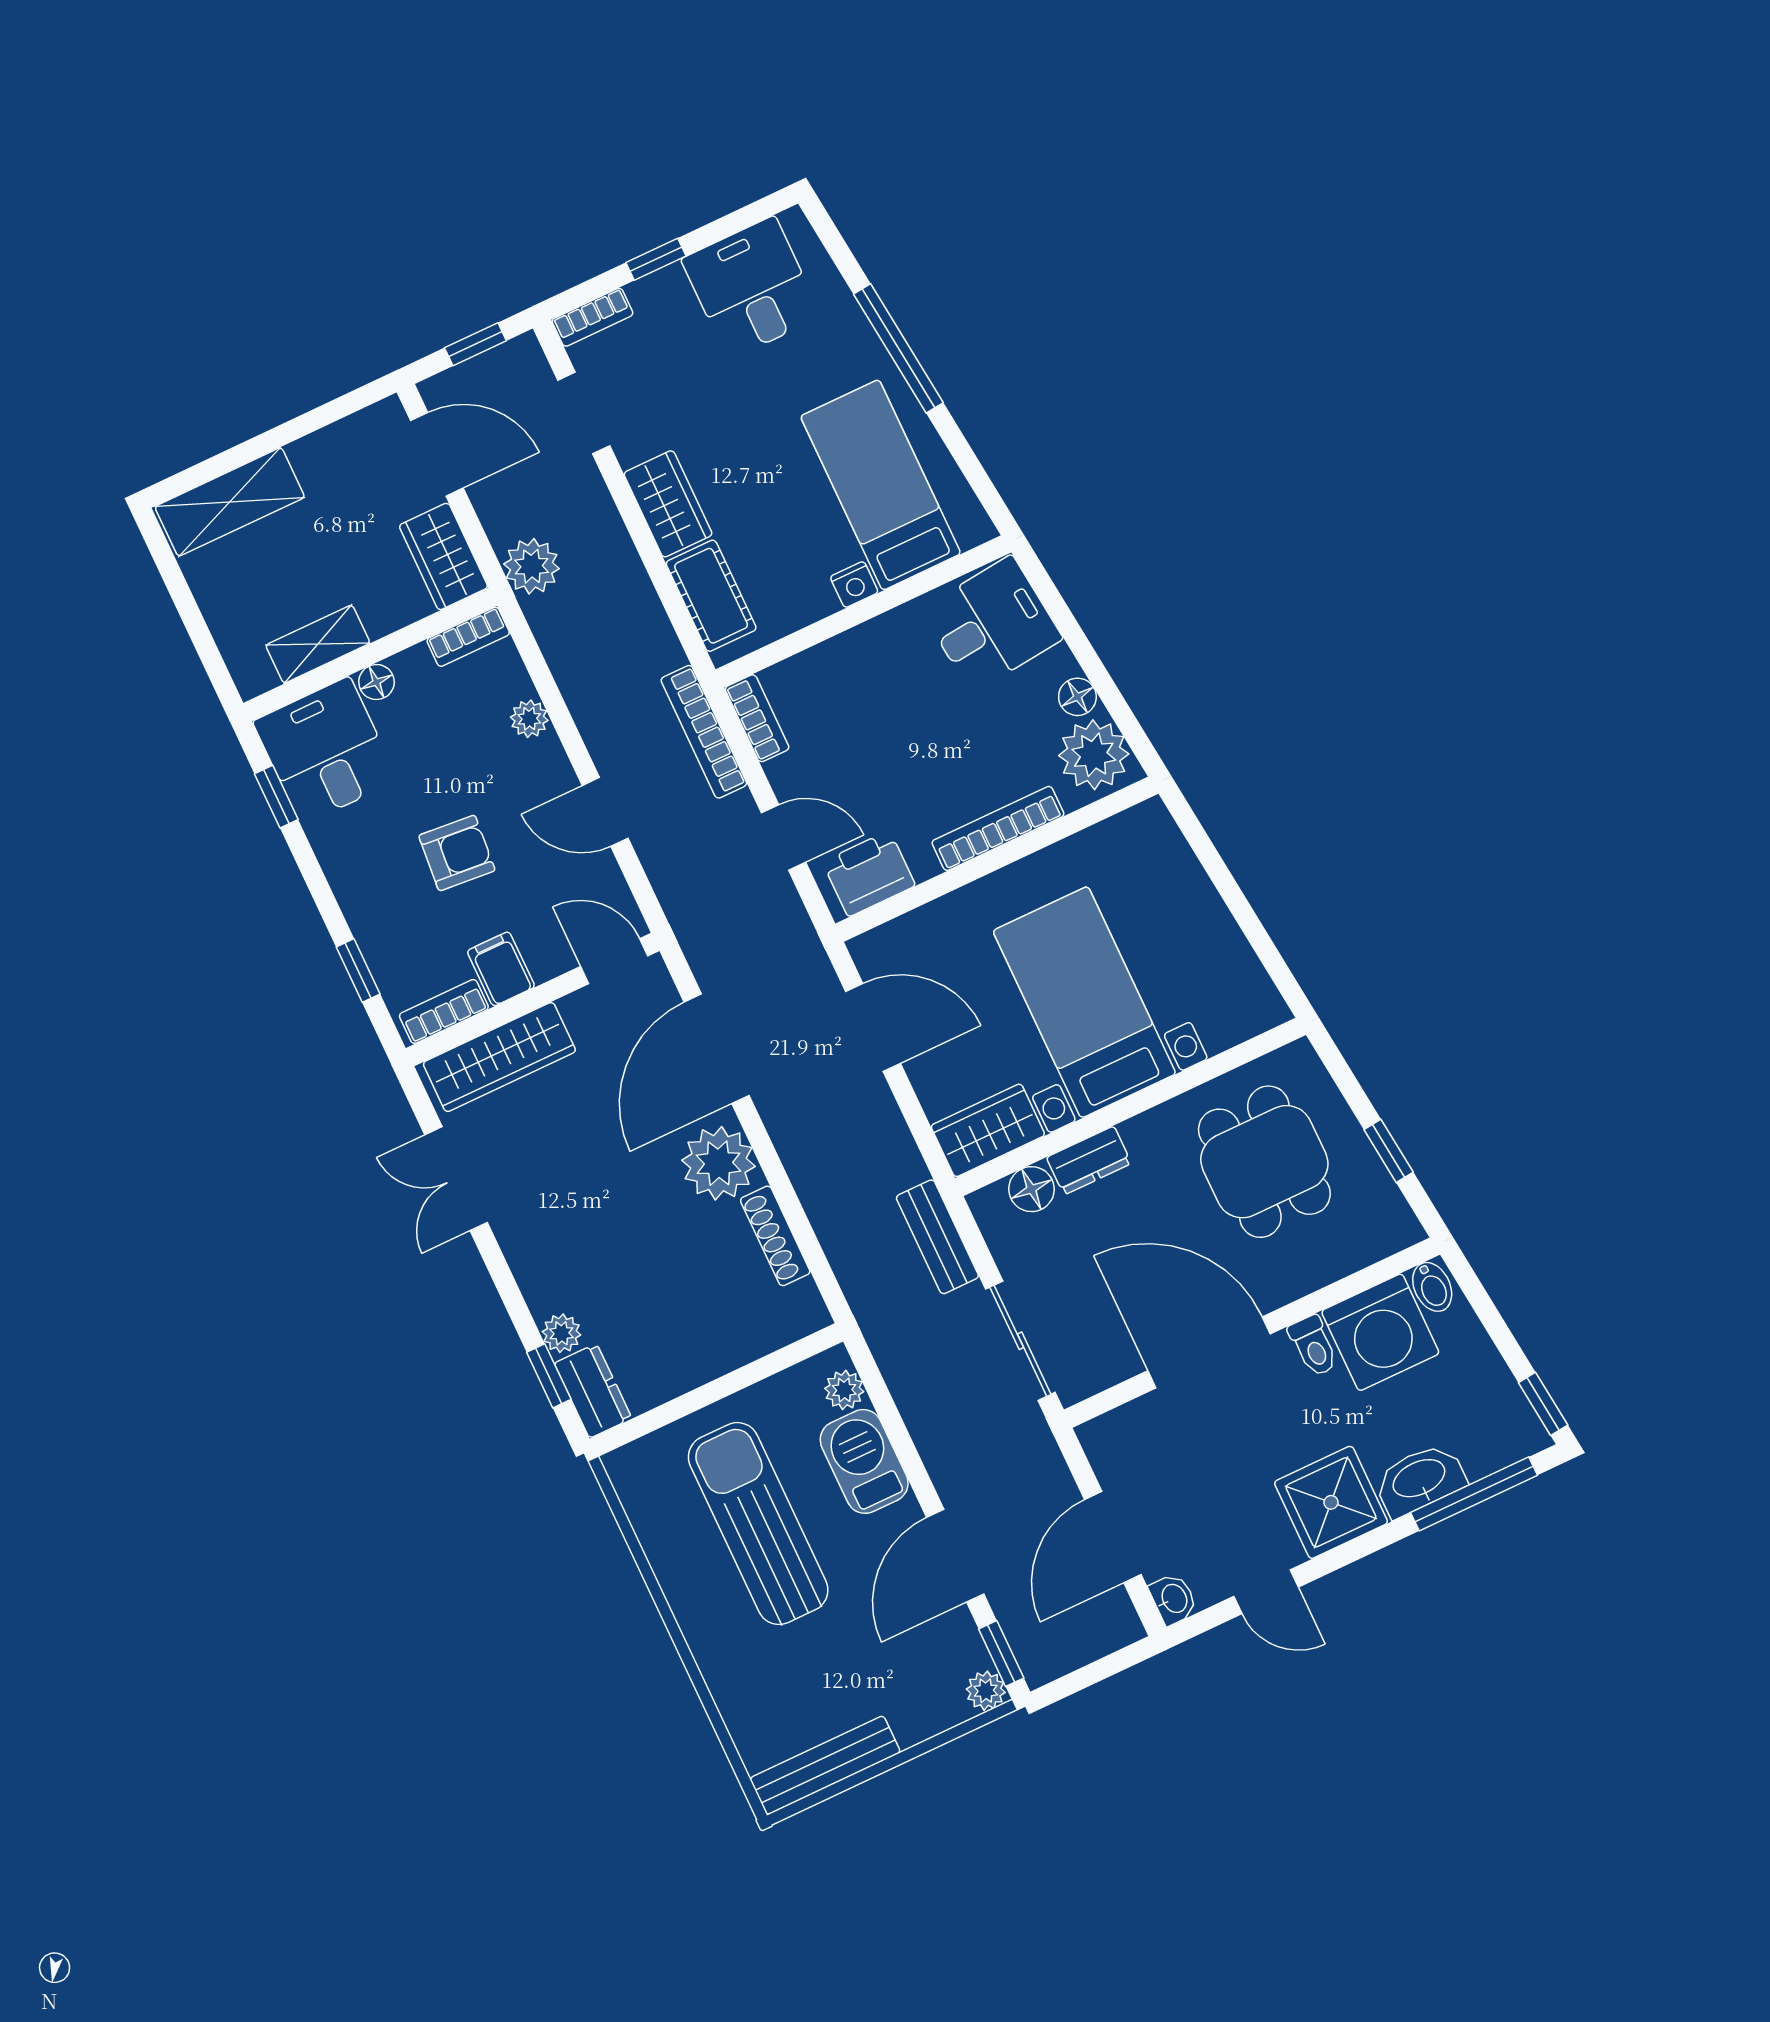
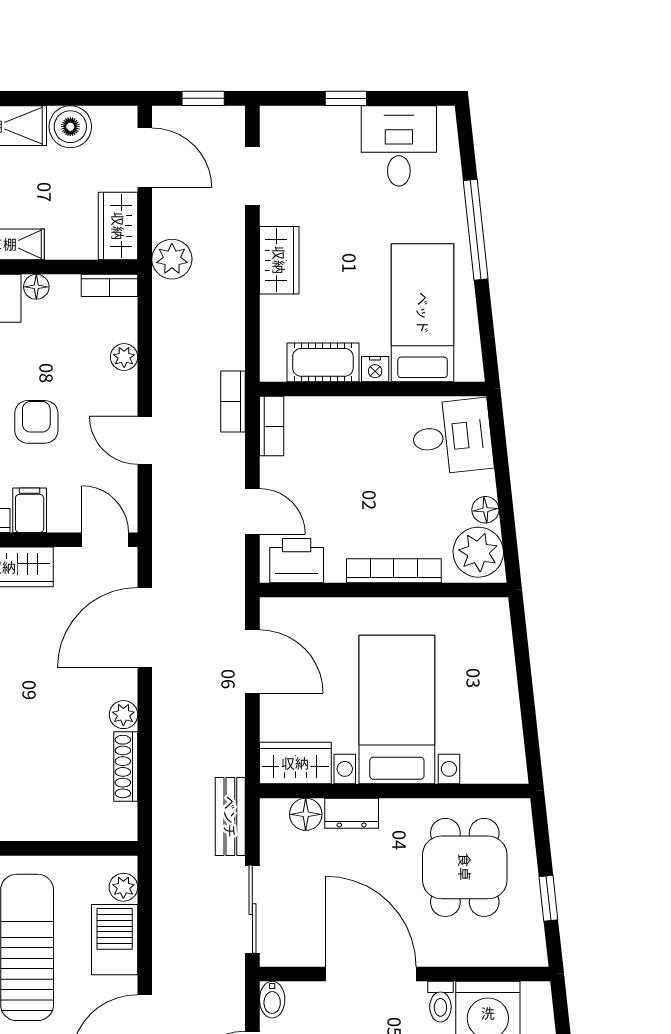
bookcase: (593, 317) -> (287, 117), removed
boiler: (324, 459) -> (70, 127), added
cot: (711, 596) -> (323, 362), moved, turned 90
bookcase: (704, 732) -> (233, 401), width x0.64
armchair: (457, 853) -> (36, 422), turned -95
plant: (718, 1163) -> (123, 715), width x0.53, depth x0.53
bidet: (1432, 1287) -> (272, 1000), moved

